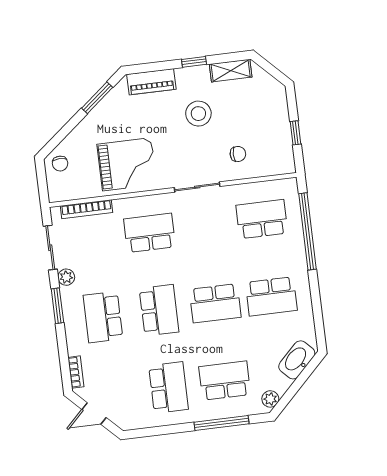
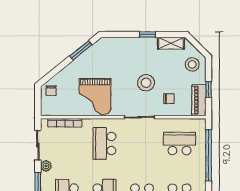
piano: (151, 82) -> (199, 100), moved, turned 90
stool: (266, 99) -> (192, 64), added
stool: (198, 114) -> (146, 83), moved
grand piano: (127, 164) -> (95, 96), turned 90
school desk: (150, 233) -> (104, 143), turned -90

